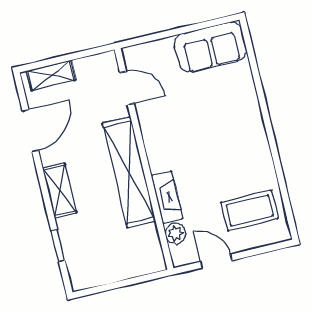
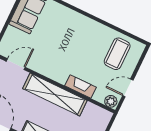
plant: (175, 233) -> (111, 101), moved

